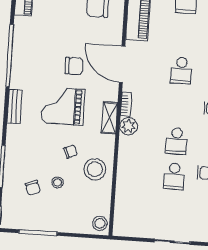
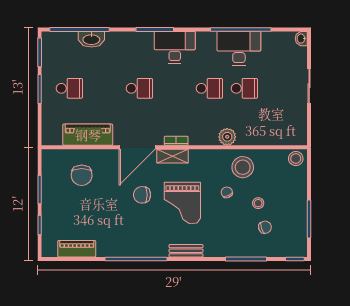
chair: (74, 66) -> (142, 195), turned -90
shelving: (109, 118) -> (173, 156), moved
plant: (129, 126) -> (227, 137), moved

